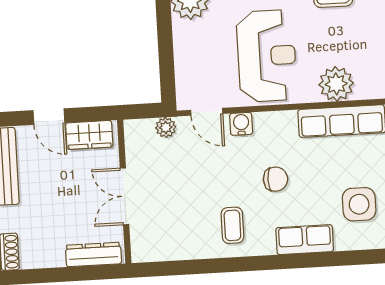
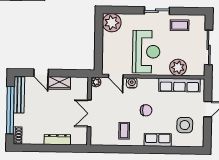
wall: (124, 192) -> (89, 111), moved
double door: (125, 196) -> (89, 113), moved

